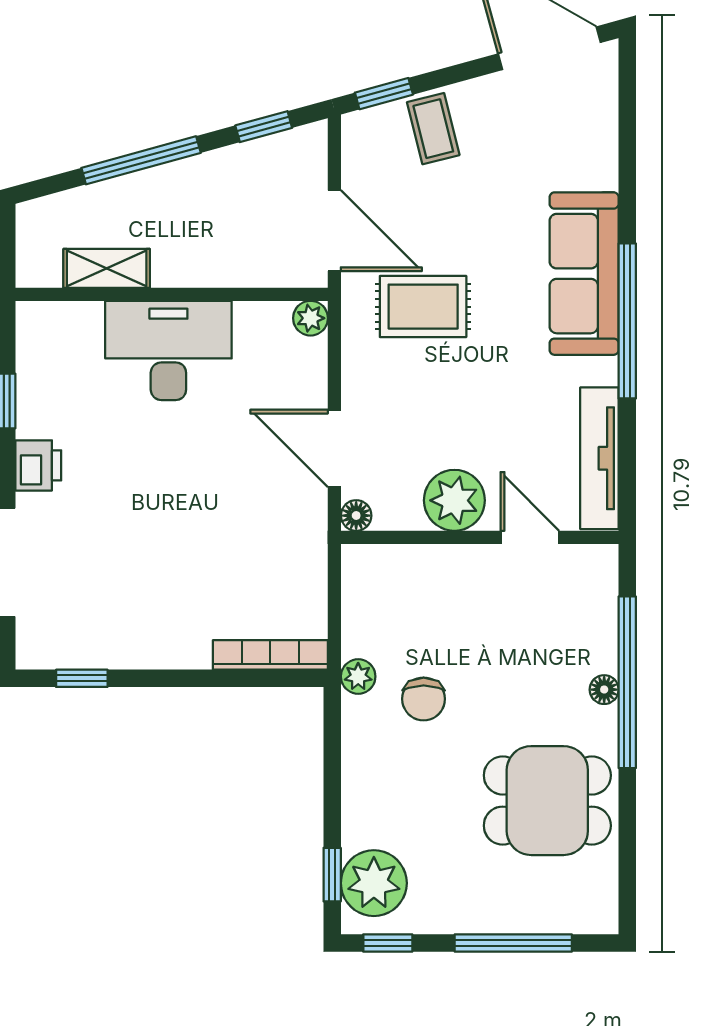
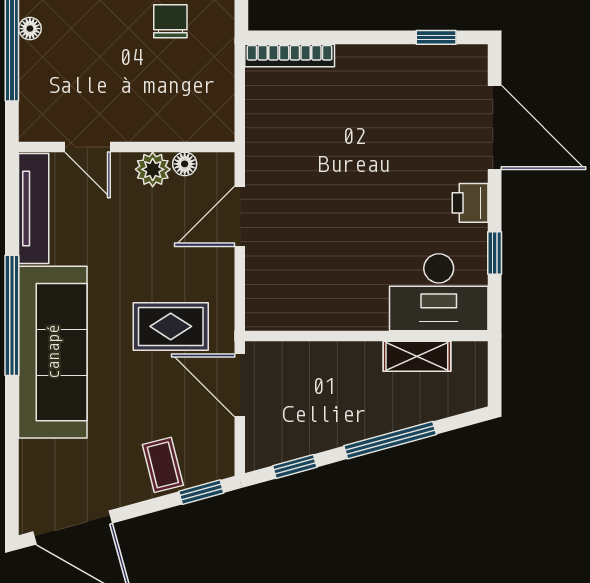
sofa: (584, 274) -> (53, 352), width x1.36, depth x1.27
plant: (310, 318) -> (258, 317), removed
desk: (168, 350) -> (439, 292), moved
door: (334, 448) -> (240, 216), swing flipped
plant: (454, 500) -> (153, 169), width x0.73, depth x0.73
floor lamp: (356, 516) -> (185, 164), moved
plant: (358, 676) -> (221, 39), removed

